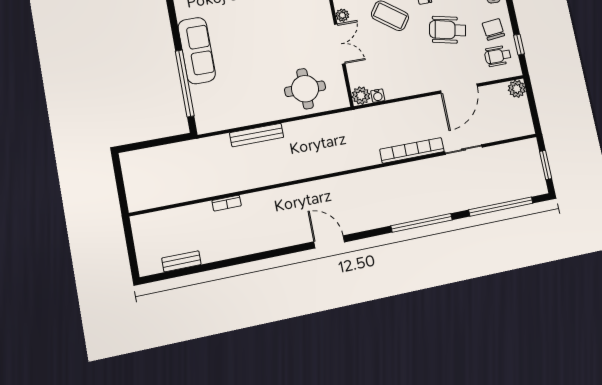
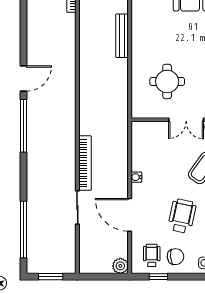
round table: (305, 89) -> (167, 81), moved
plant: (361, 96) -> (139, 129), removed
water cooler: (378, 96) -> (136, 177), moved
window: (422, 223) -> (24, 126), moved

